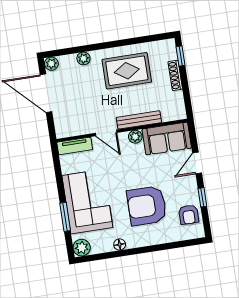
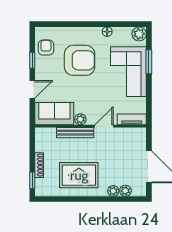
plant: (51, 64) -> (125, 191), moved
door: (106, 133) -> (104, 126), hinge flipped

